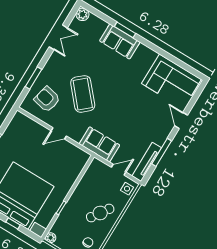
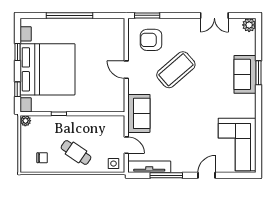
window: (34, 78) -> (147, 15), moved
armchair: (47, 99) -> (151, 40), turned -103
window: (13, 224) -> (17, 89), moved

